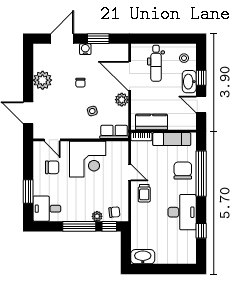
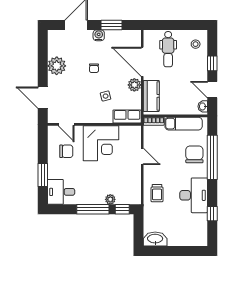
washbasin: (189, 82) -> (203, 106), moved, width x0.52, depth x0.69
kitchen counter: (151, 122) -> (151, 96), moved, turned 90
trolley: (144, 193) -> (157, 193), moved
chair: (114, 212) -> (127, 195), removed

